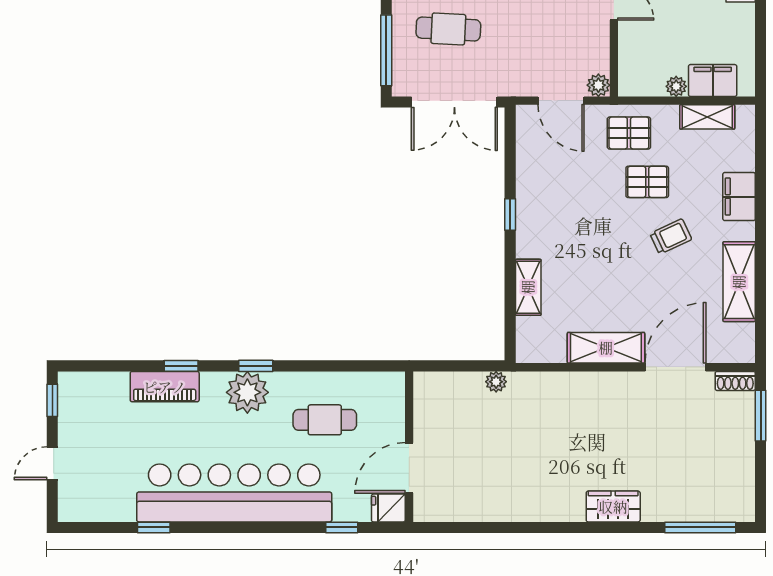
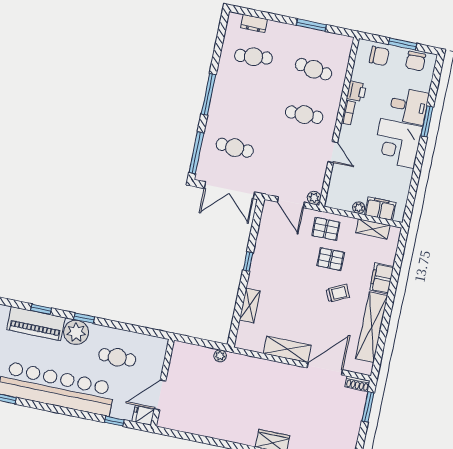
shelving: (739, 282) -> (372, 327), width x1.47
piano: (165, 387) -> (36, 324), width x1.37, depth x1.33

